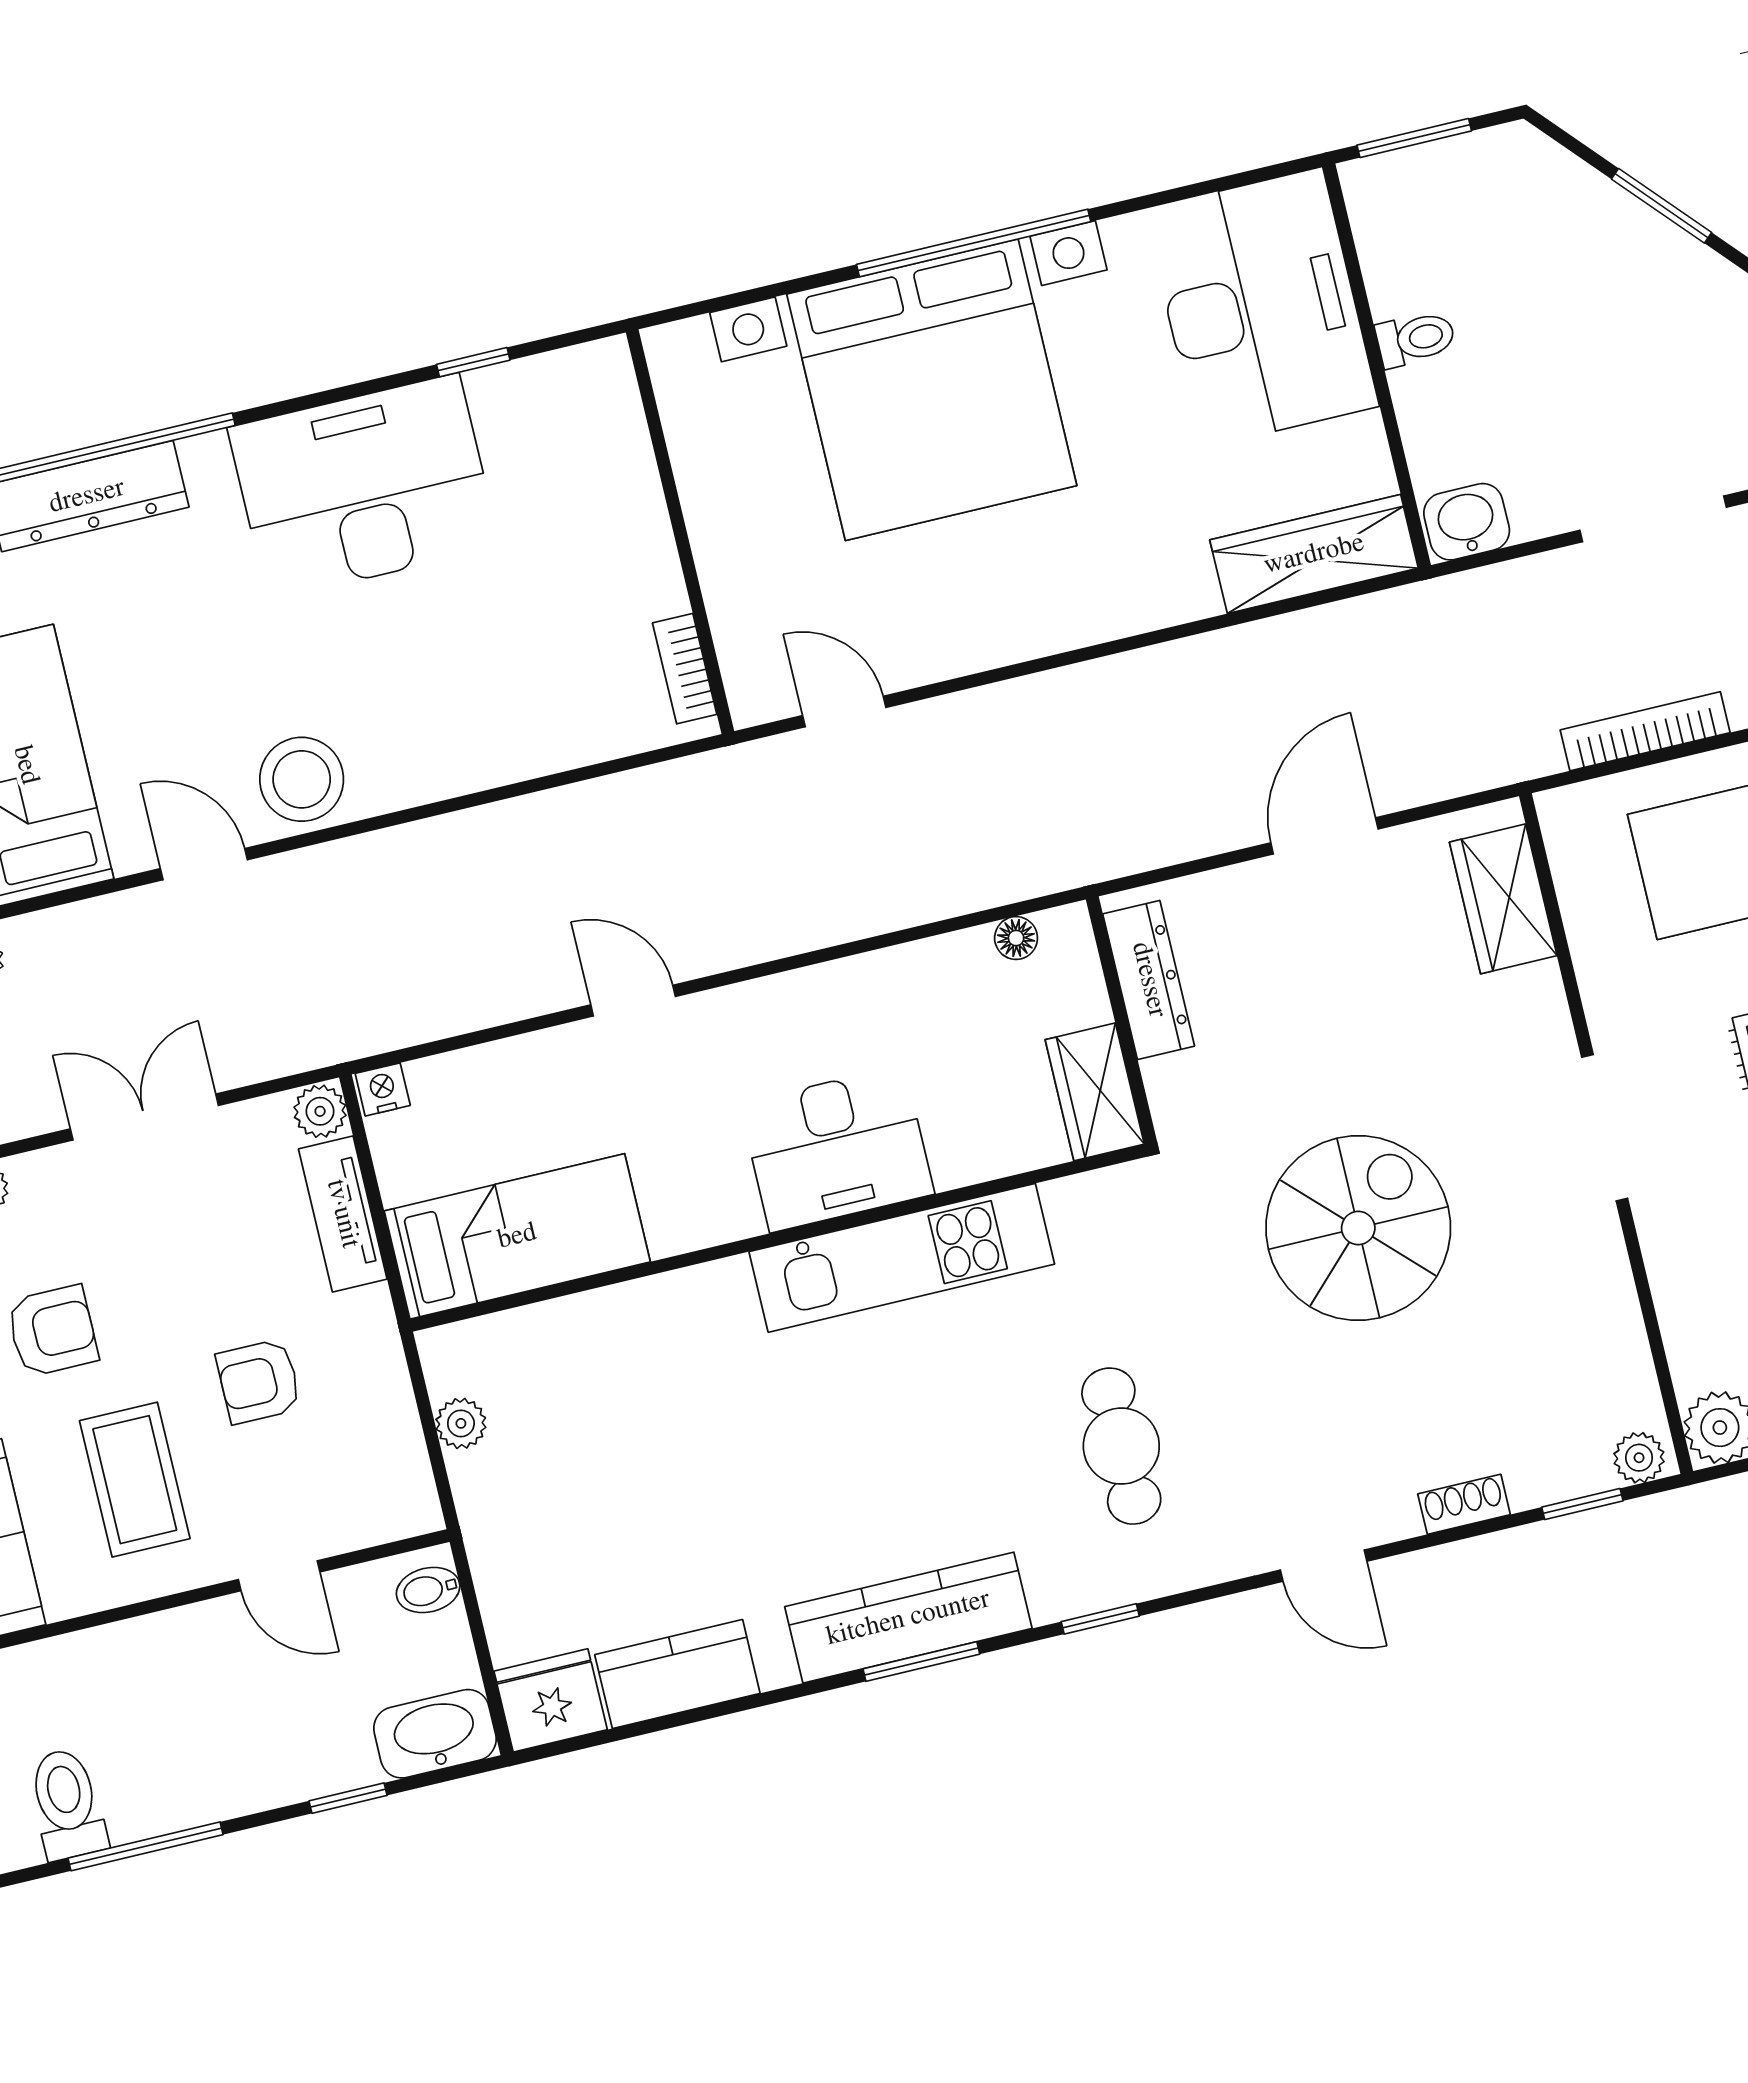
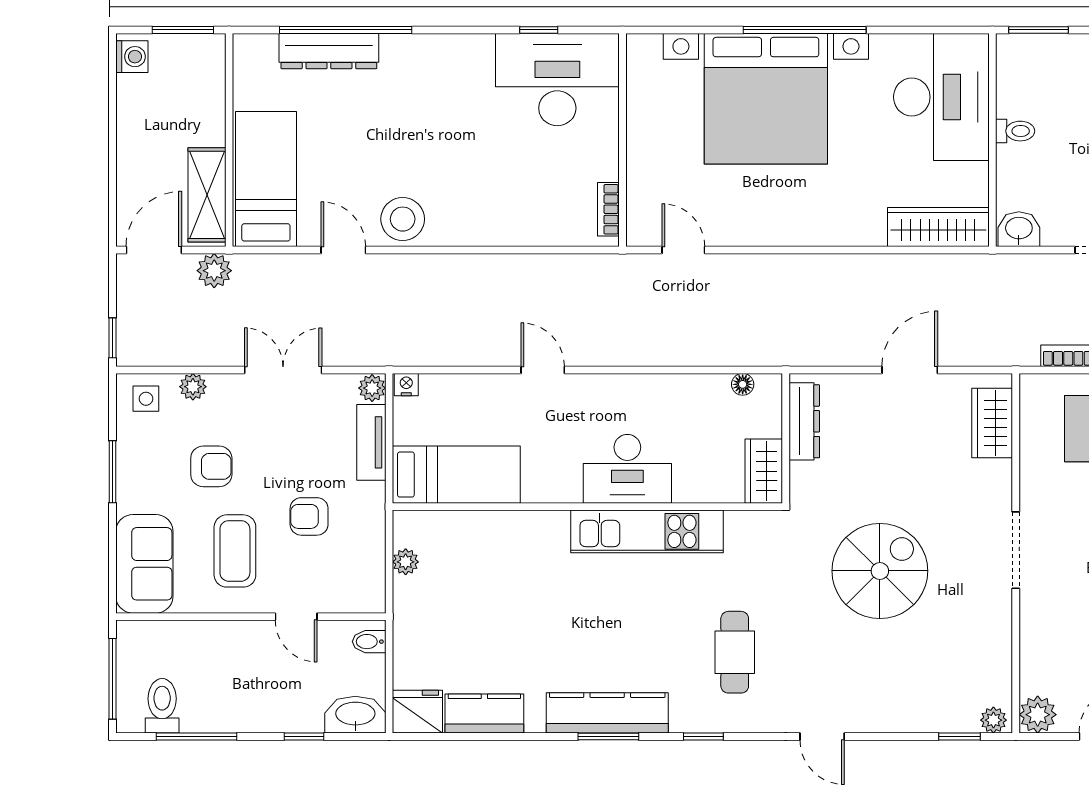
desk: (364, 487) -> (557, 80), moved
shoe rack: (1464, 1504) -> (900, 723), removed

